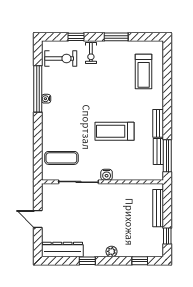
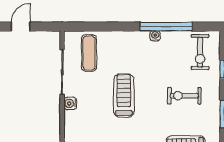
exercise bike: (91, 53) -> (184, 96), moved, width x1.38, depth x1.39
treadmill: (114, 131) -> (124, 96), moved

